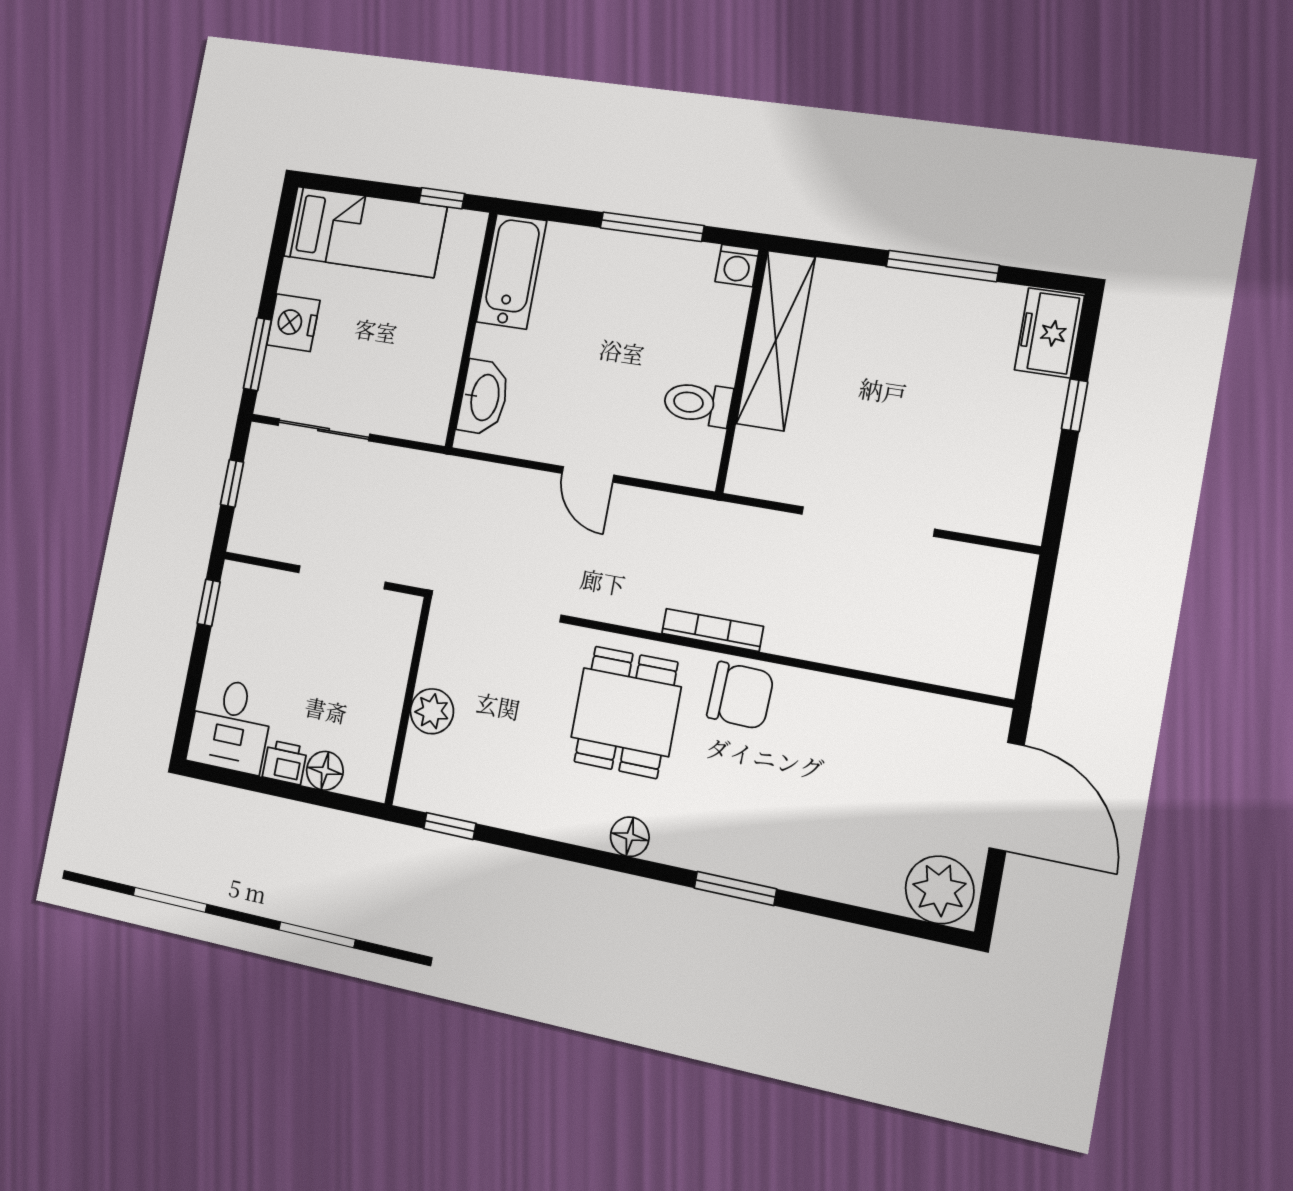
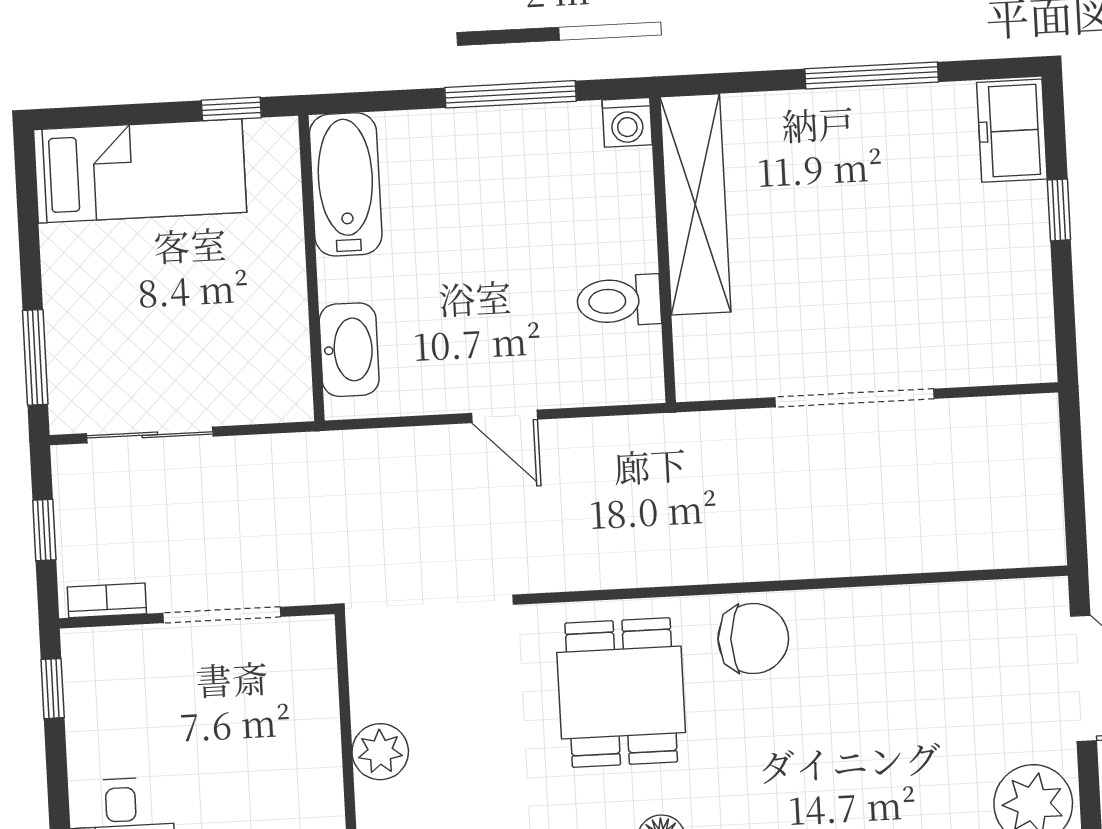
nightstand: (293, 323) -> (74, 307), removed
bookcase: (712, 630) -> (107, 600), moved, width x0.64

